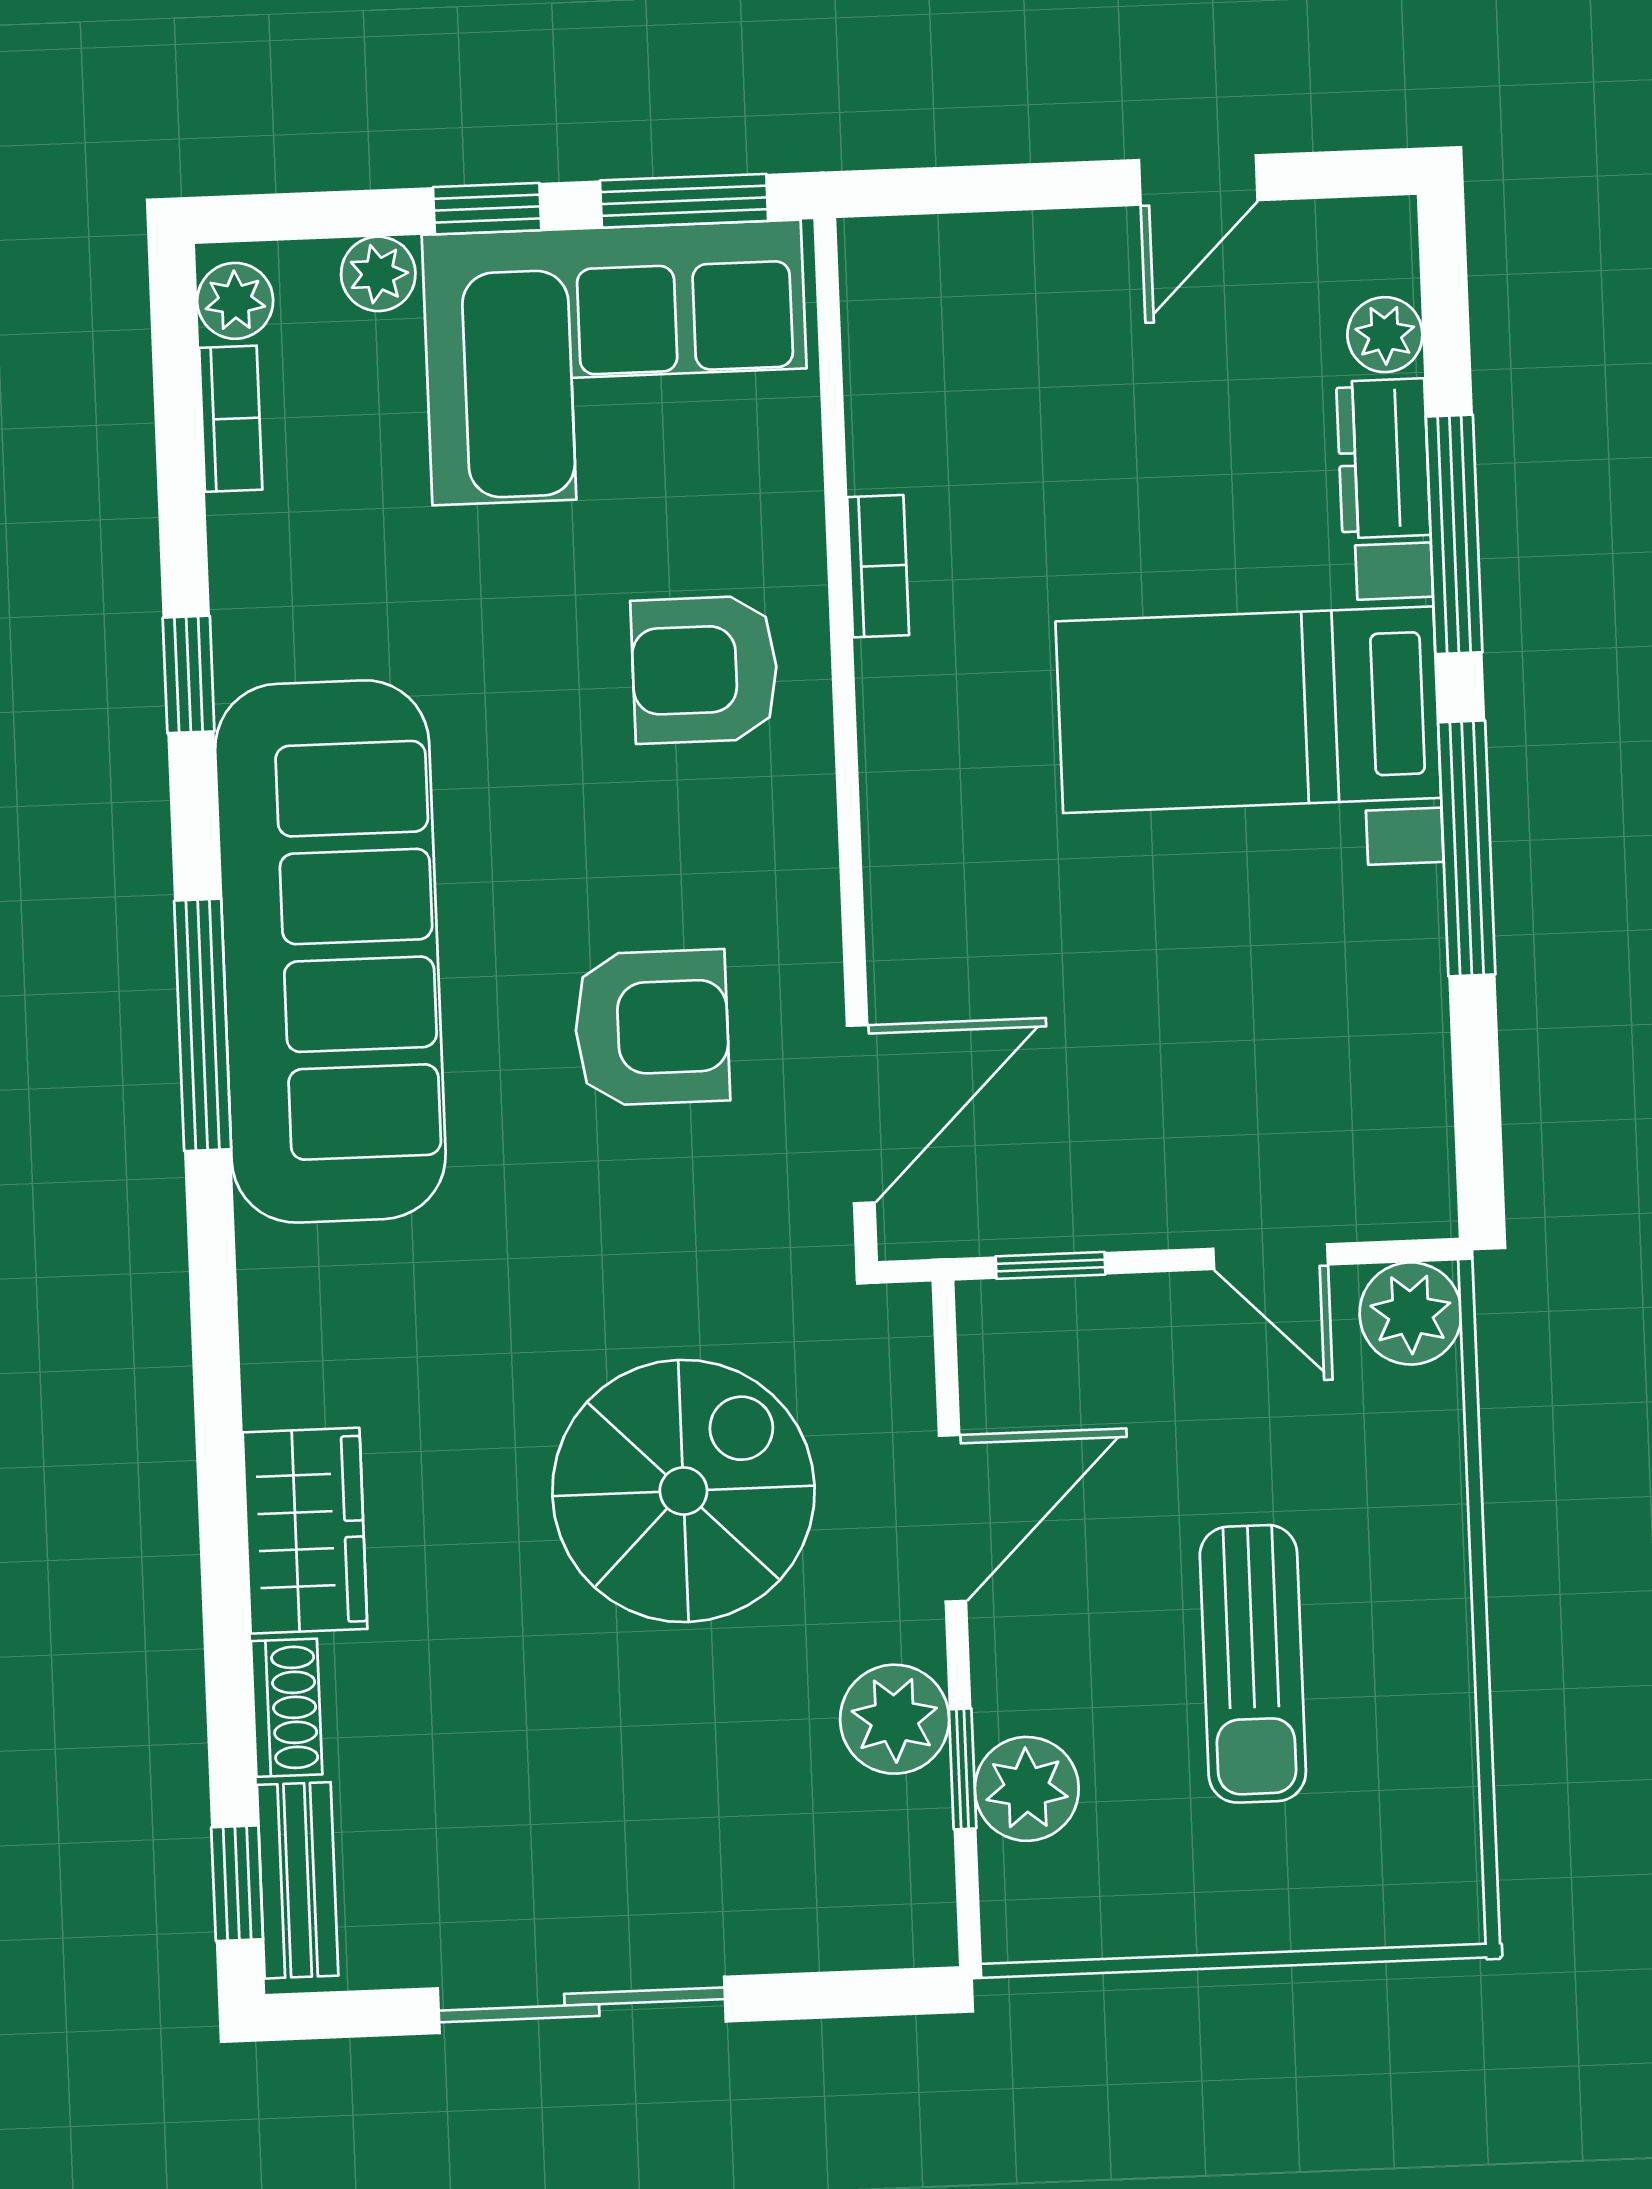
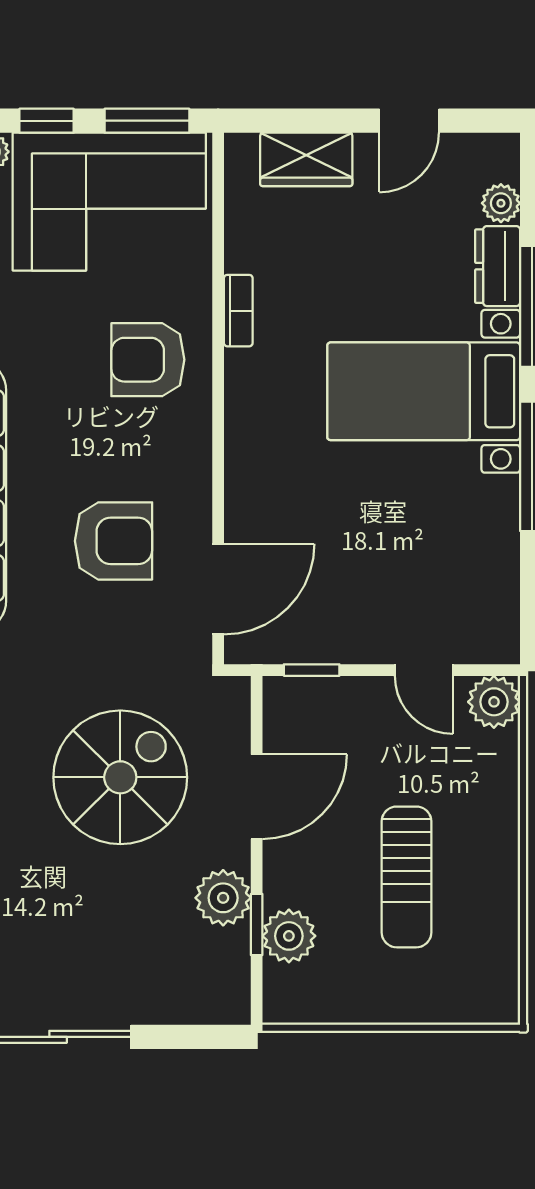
wardrobe: (1000, 264) -> (306, 159), added

